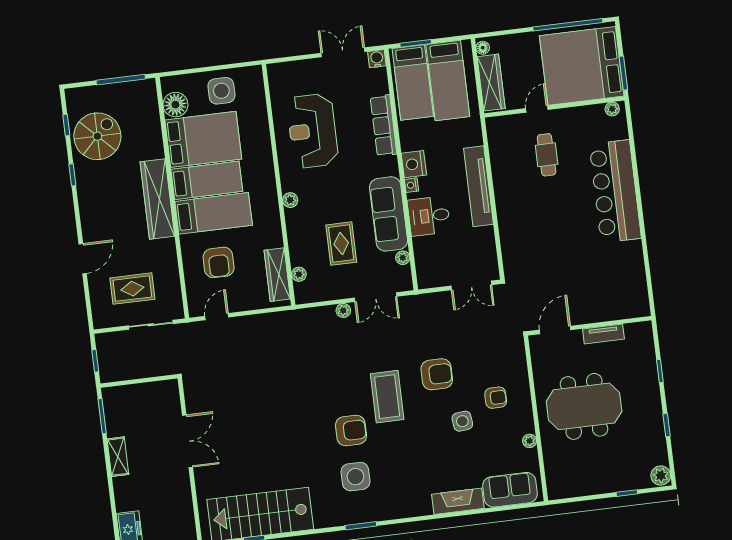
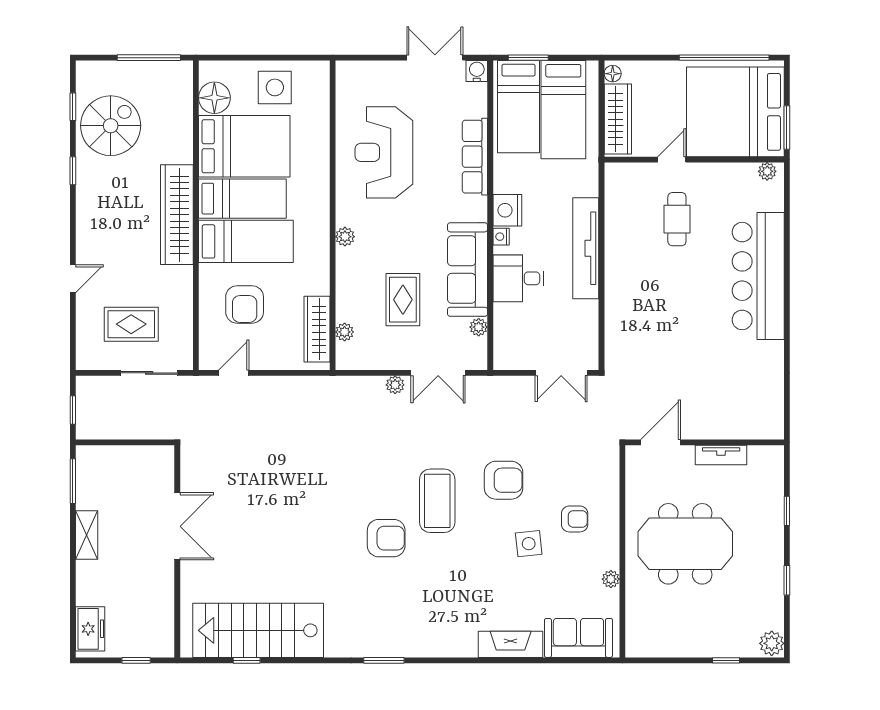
door: (83, 259) -> (73, 279), width x0.73
side table: (355, 477) -> (385, 597), removed

